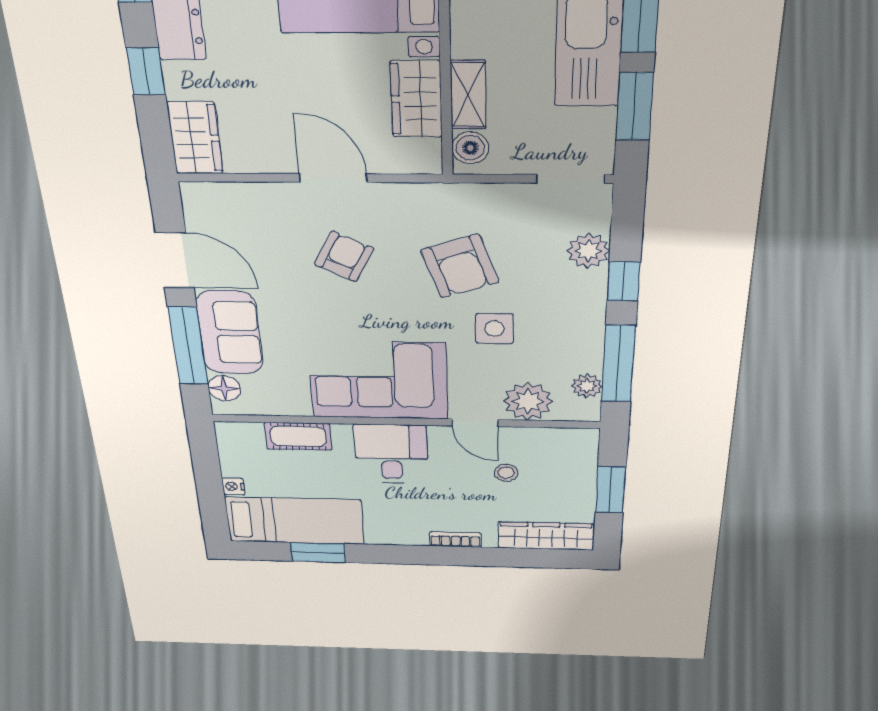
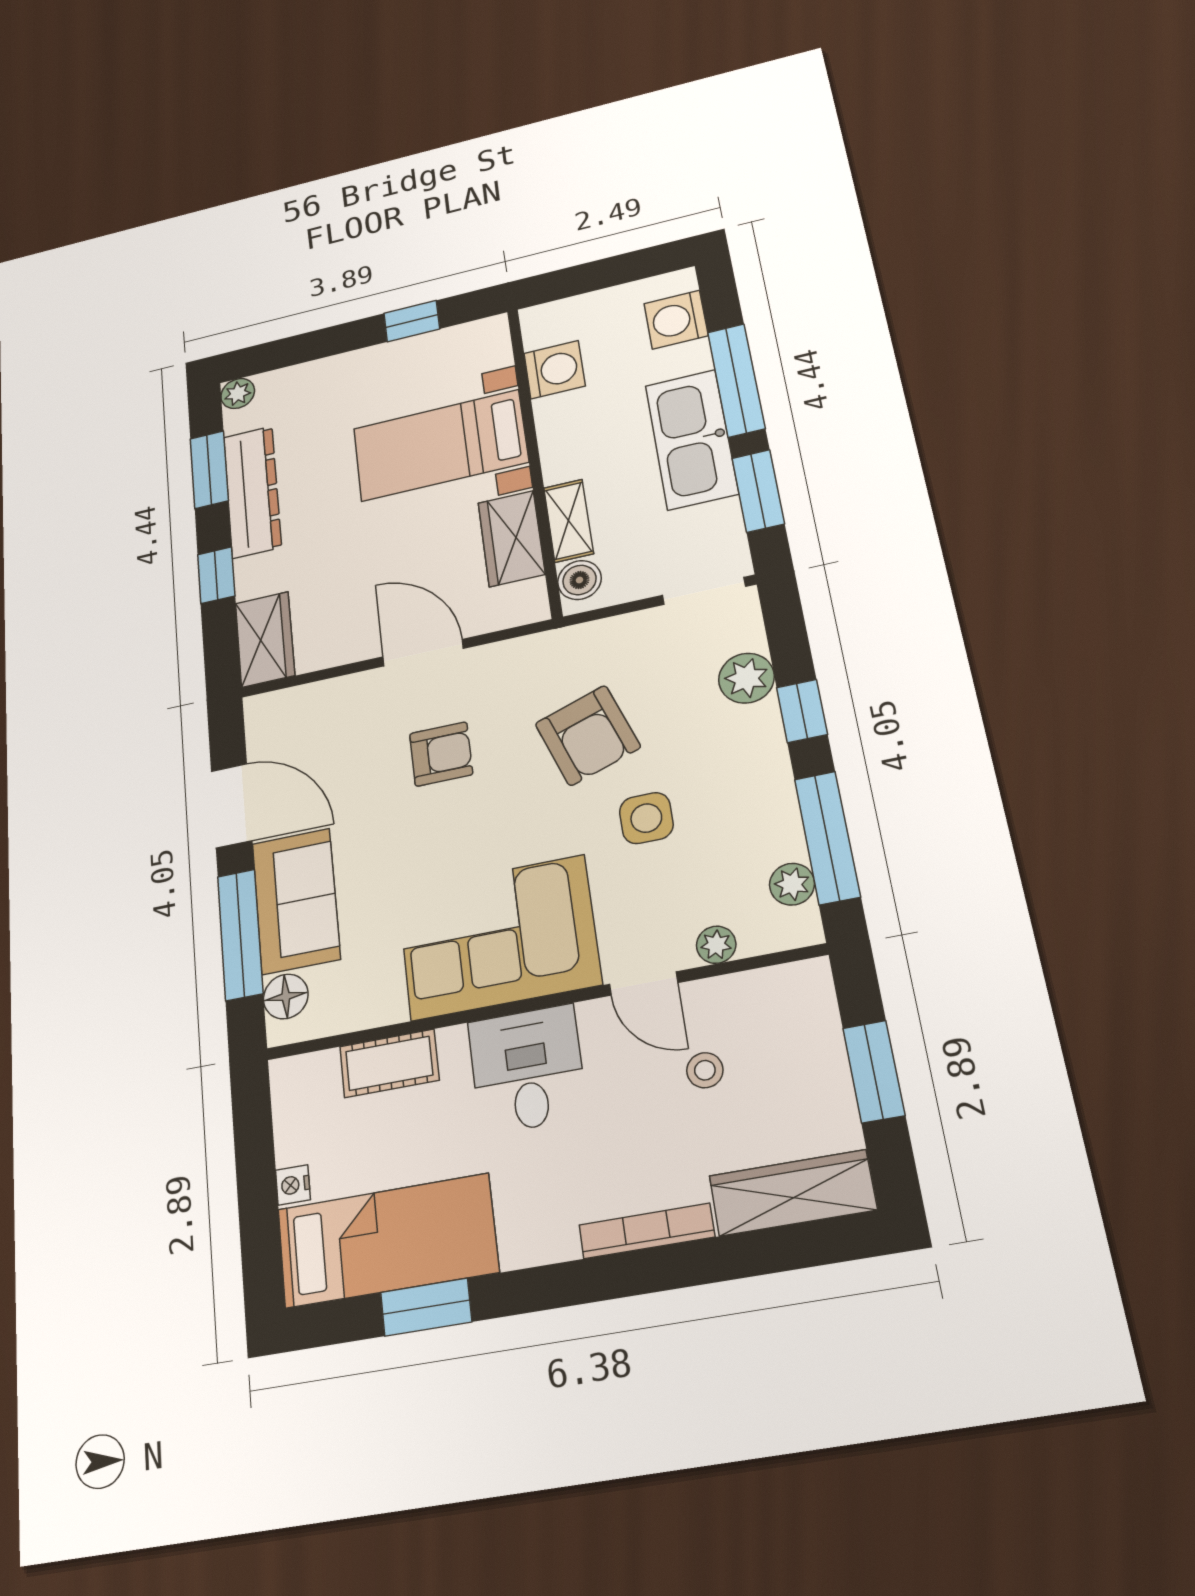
armchair: (344, 257) -> (441, 754), turned 63
plant: (528, 401) -> (716, 945), width x0.53, depth x0.53
bookcase: (456, 539) -> (647, 1231), width x1.56

